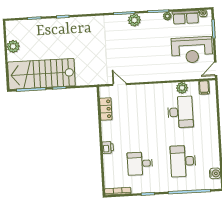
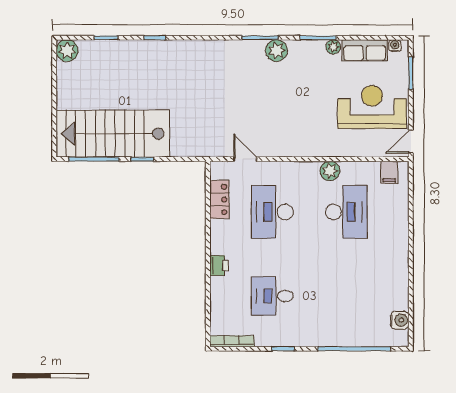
plant: (13, 46) -> (67, 51), moved
reception desk: (192, 50) -> (372, 107), turned 180
plant: (182, 88) -> (330, 171), moved
desk: (183, 161) -> (272, 212), moved

